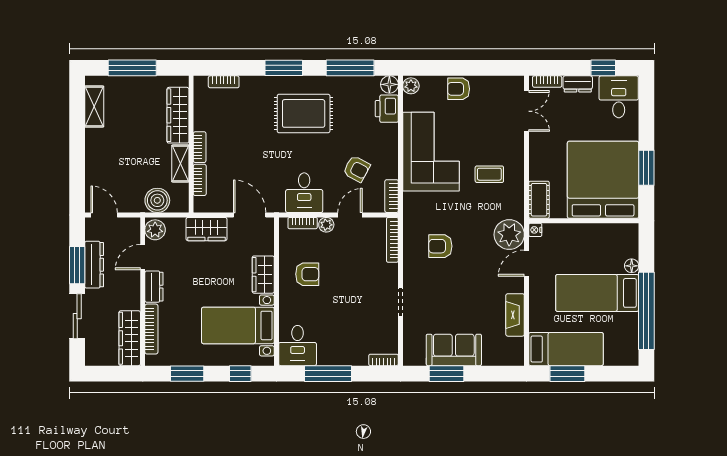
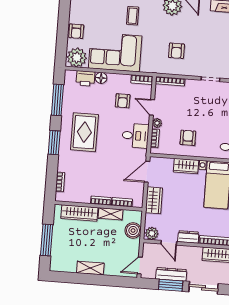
floor lamp: (389, 84) -> (101, 78), moved
plant: (411, 86) -> (77, 58), width x1.88, depth x1.88
shelving: (94, 107) -> (90, 268), moved
armchair: (357, 169) -> (123, 101), turned 152

